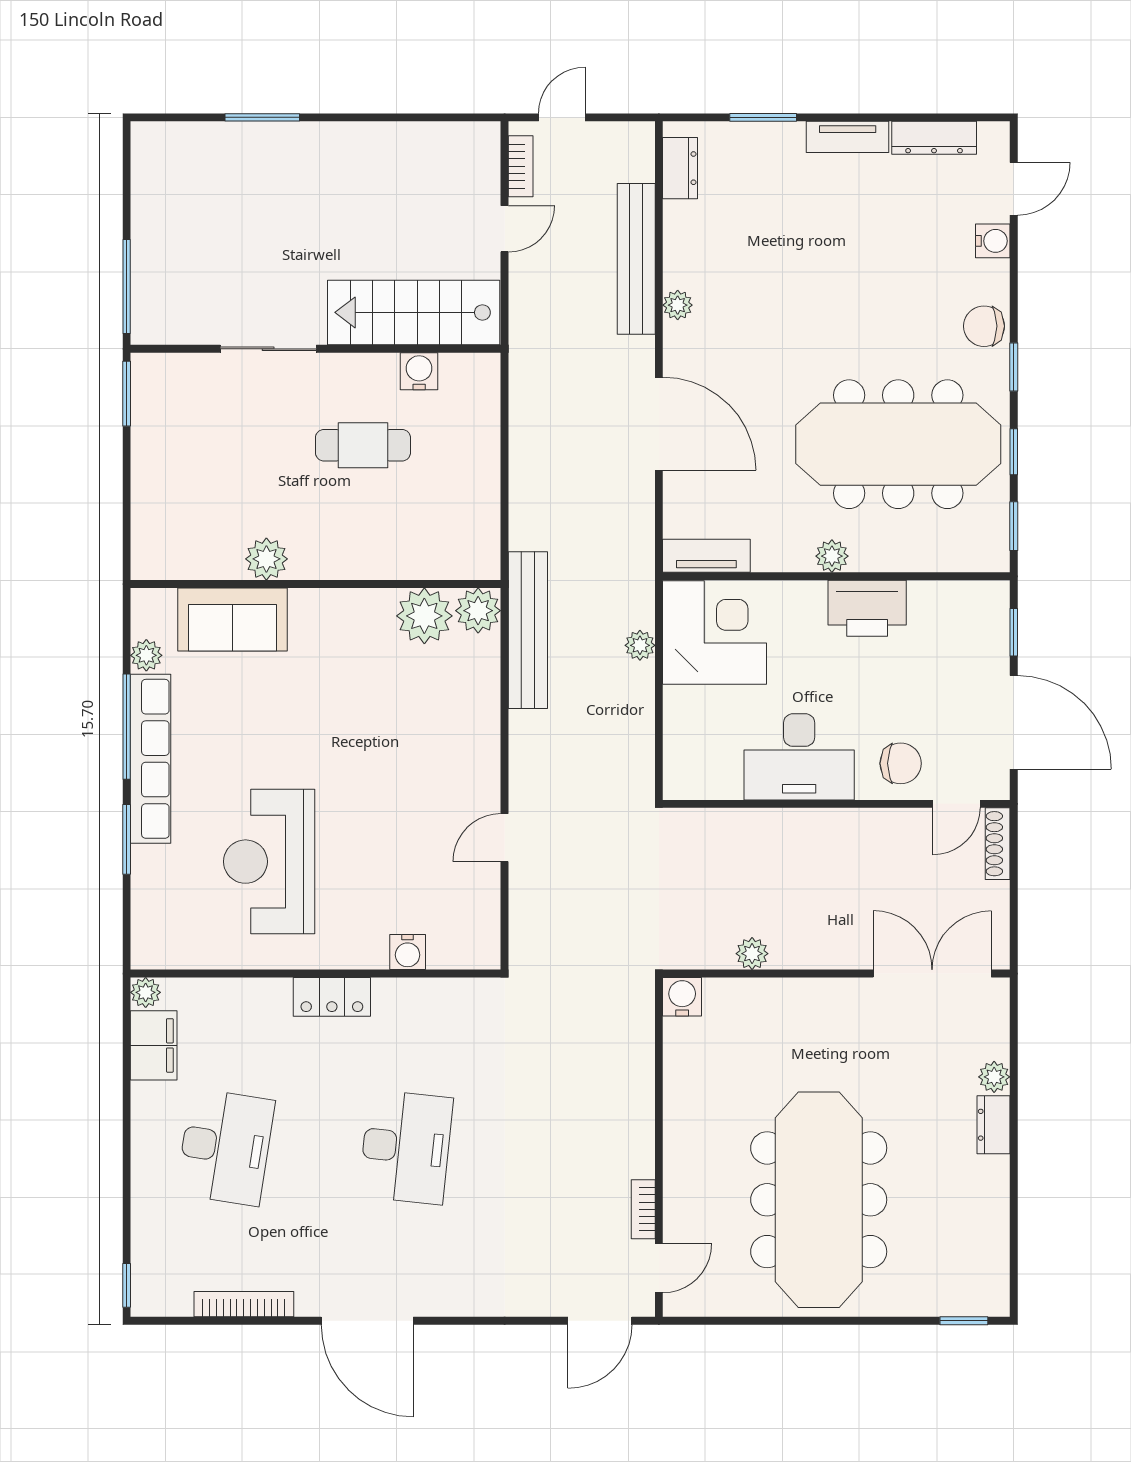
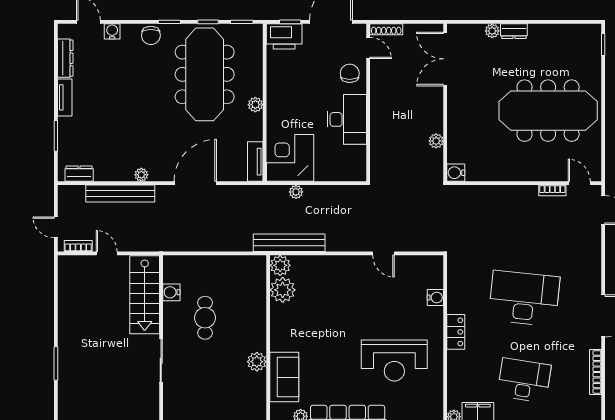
printer: (867, 608) -> (284, 36), moved, turned 90
desk: (406, 1147) -> (524, 298), width x1.36, depth x1.30

